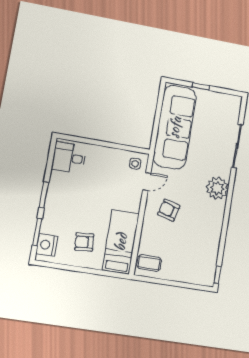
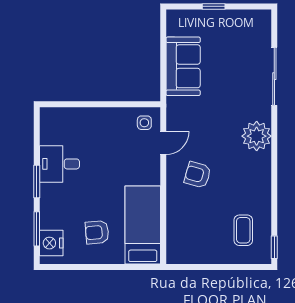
sofa: (175, 127) -> (183, 66), width x0.54, depth x0.79
desk: (69, 158) -> (60, 164), moved
coffee table: (149, 263) -> (243, 230), moved, turned 90

